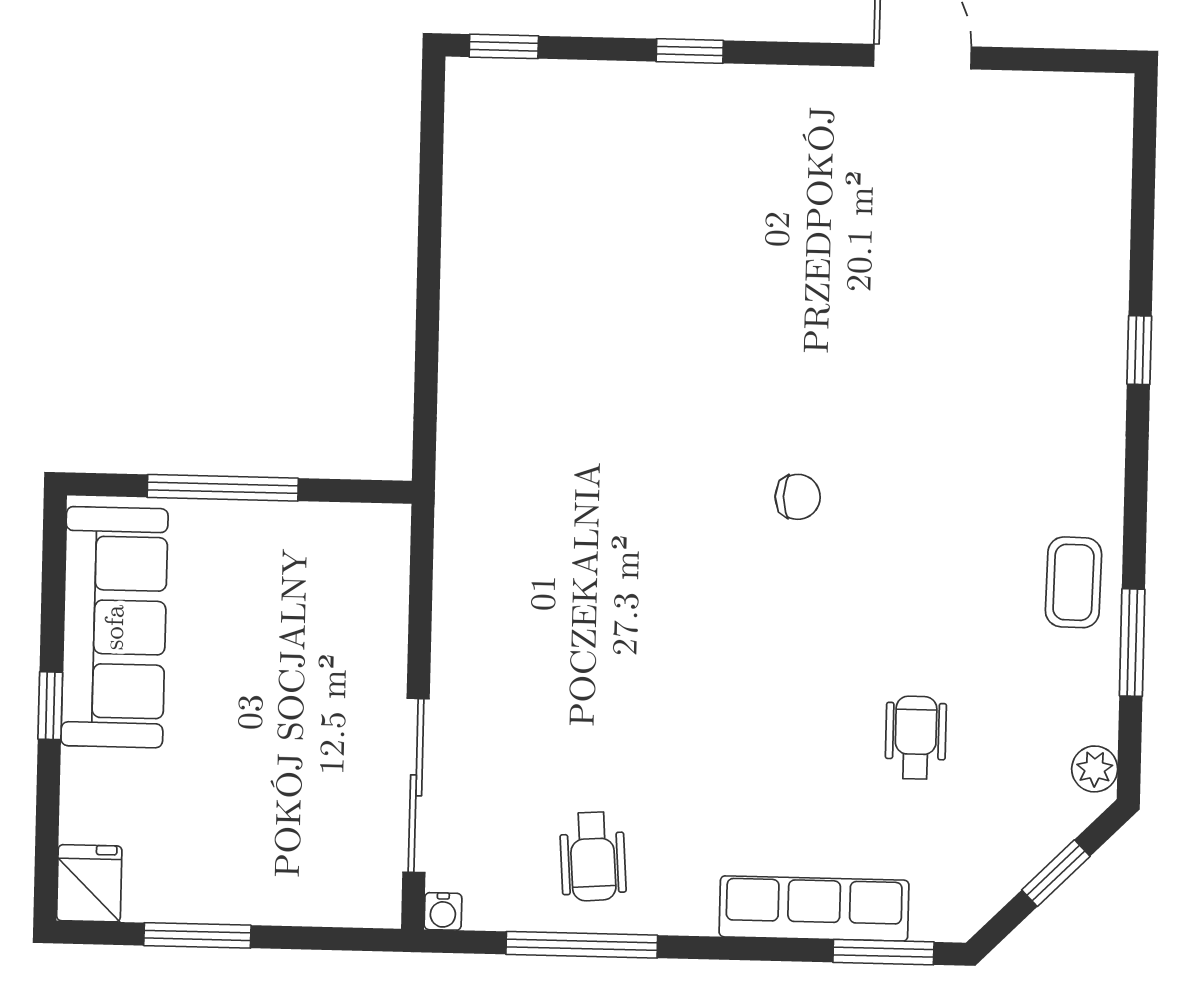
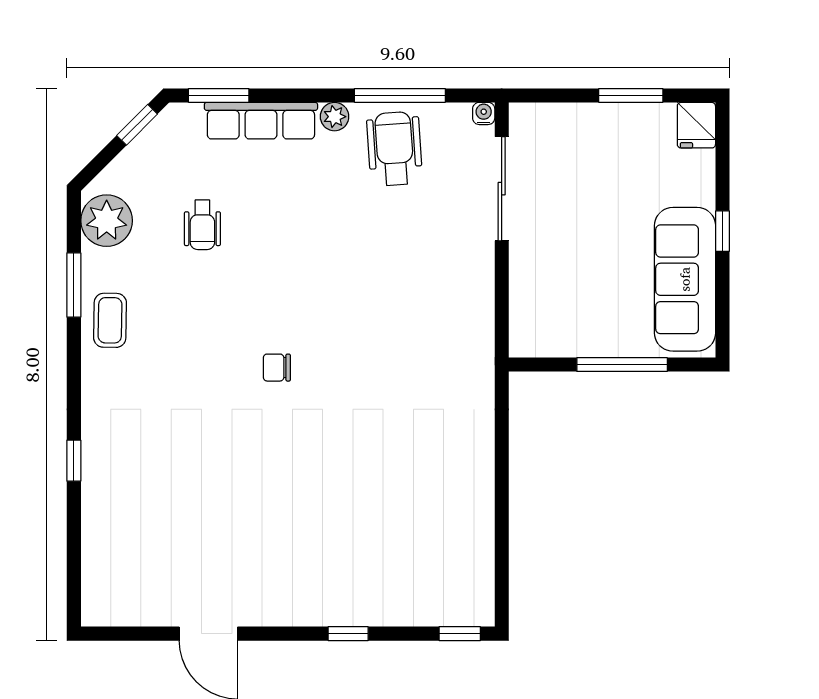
plant: (1095, 769) -> (107, 221), width x1.88, depth x1.88
wheelchair: (593, 856) -> (395, 149), width x1.36, depth x1.37
window: (1056, 873) -> (137, 125), moved
plant: (691, 912) -> (335, 117), added

